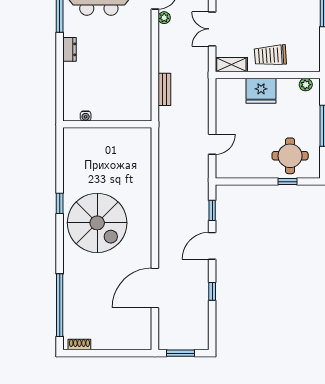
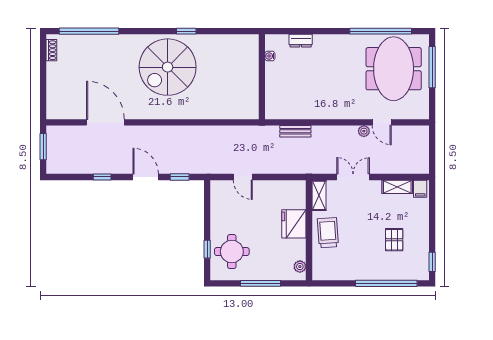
dresser: (69, 49) -> (301, 41), moved

